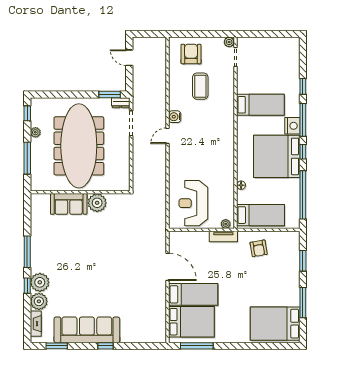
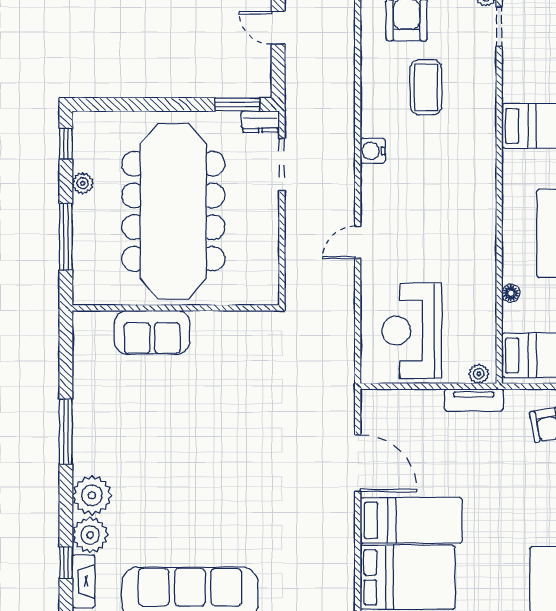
door: (167, 136) -> (358, 242), moved
plant: (97, 203) -> (211, 330), removed
window: (27, 286) -> (66, 563), moved

